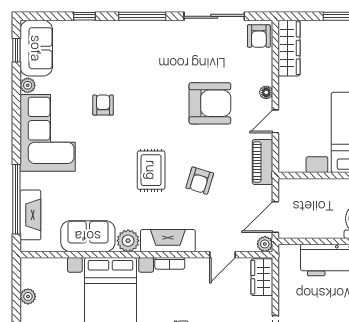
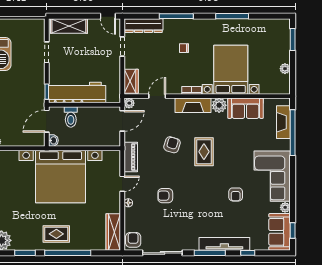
tv unit: (120, 30) -> (224, 244), added
armchair: (210, 103) -> (165, 196), width x0.53, depth x0.53

